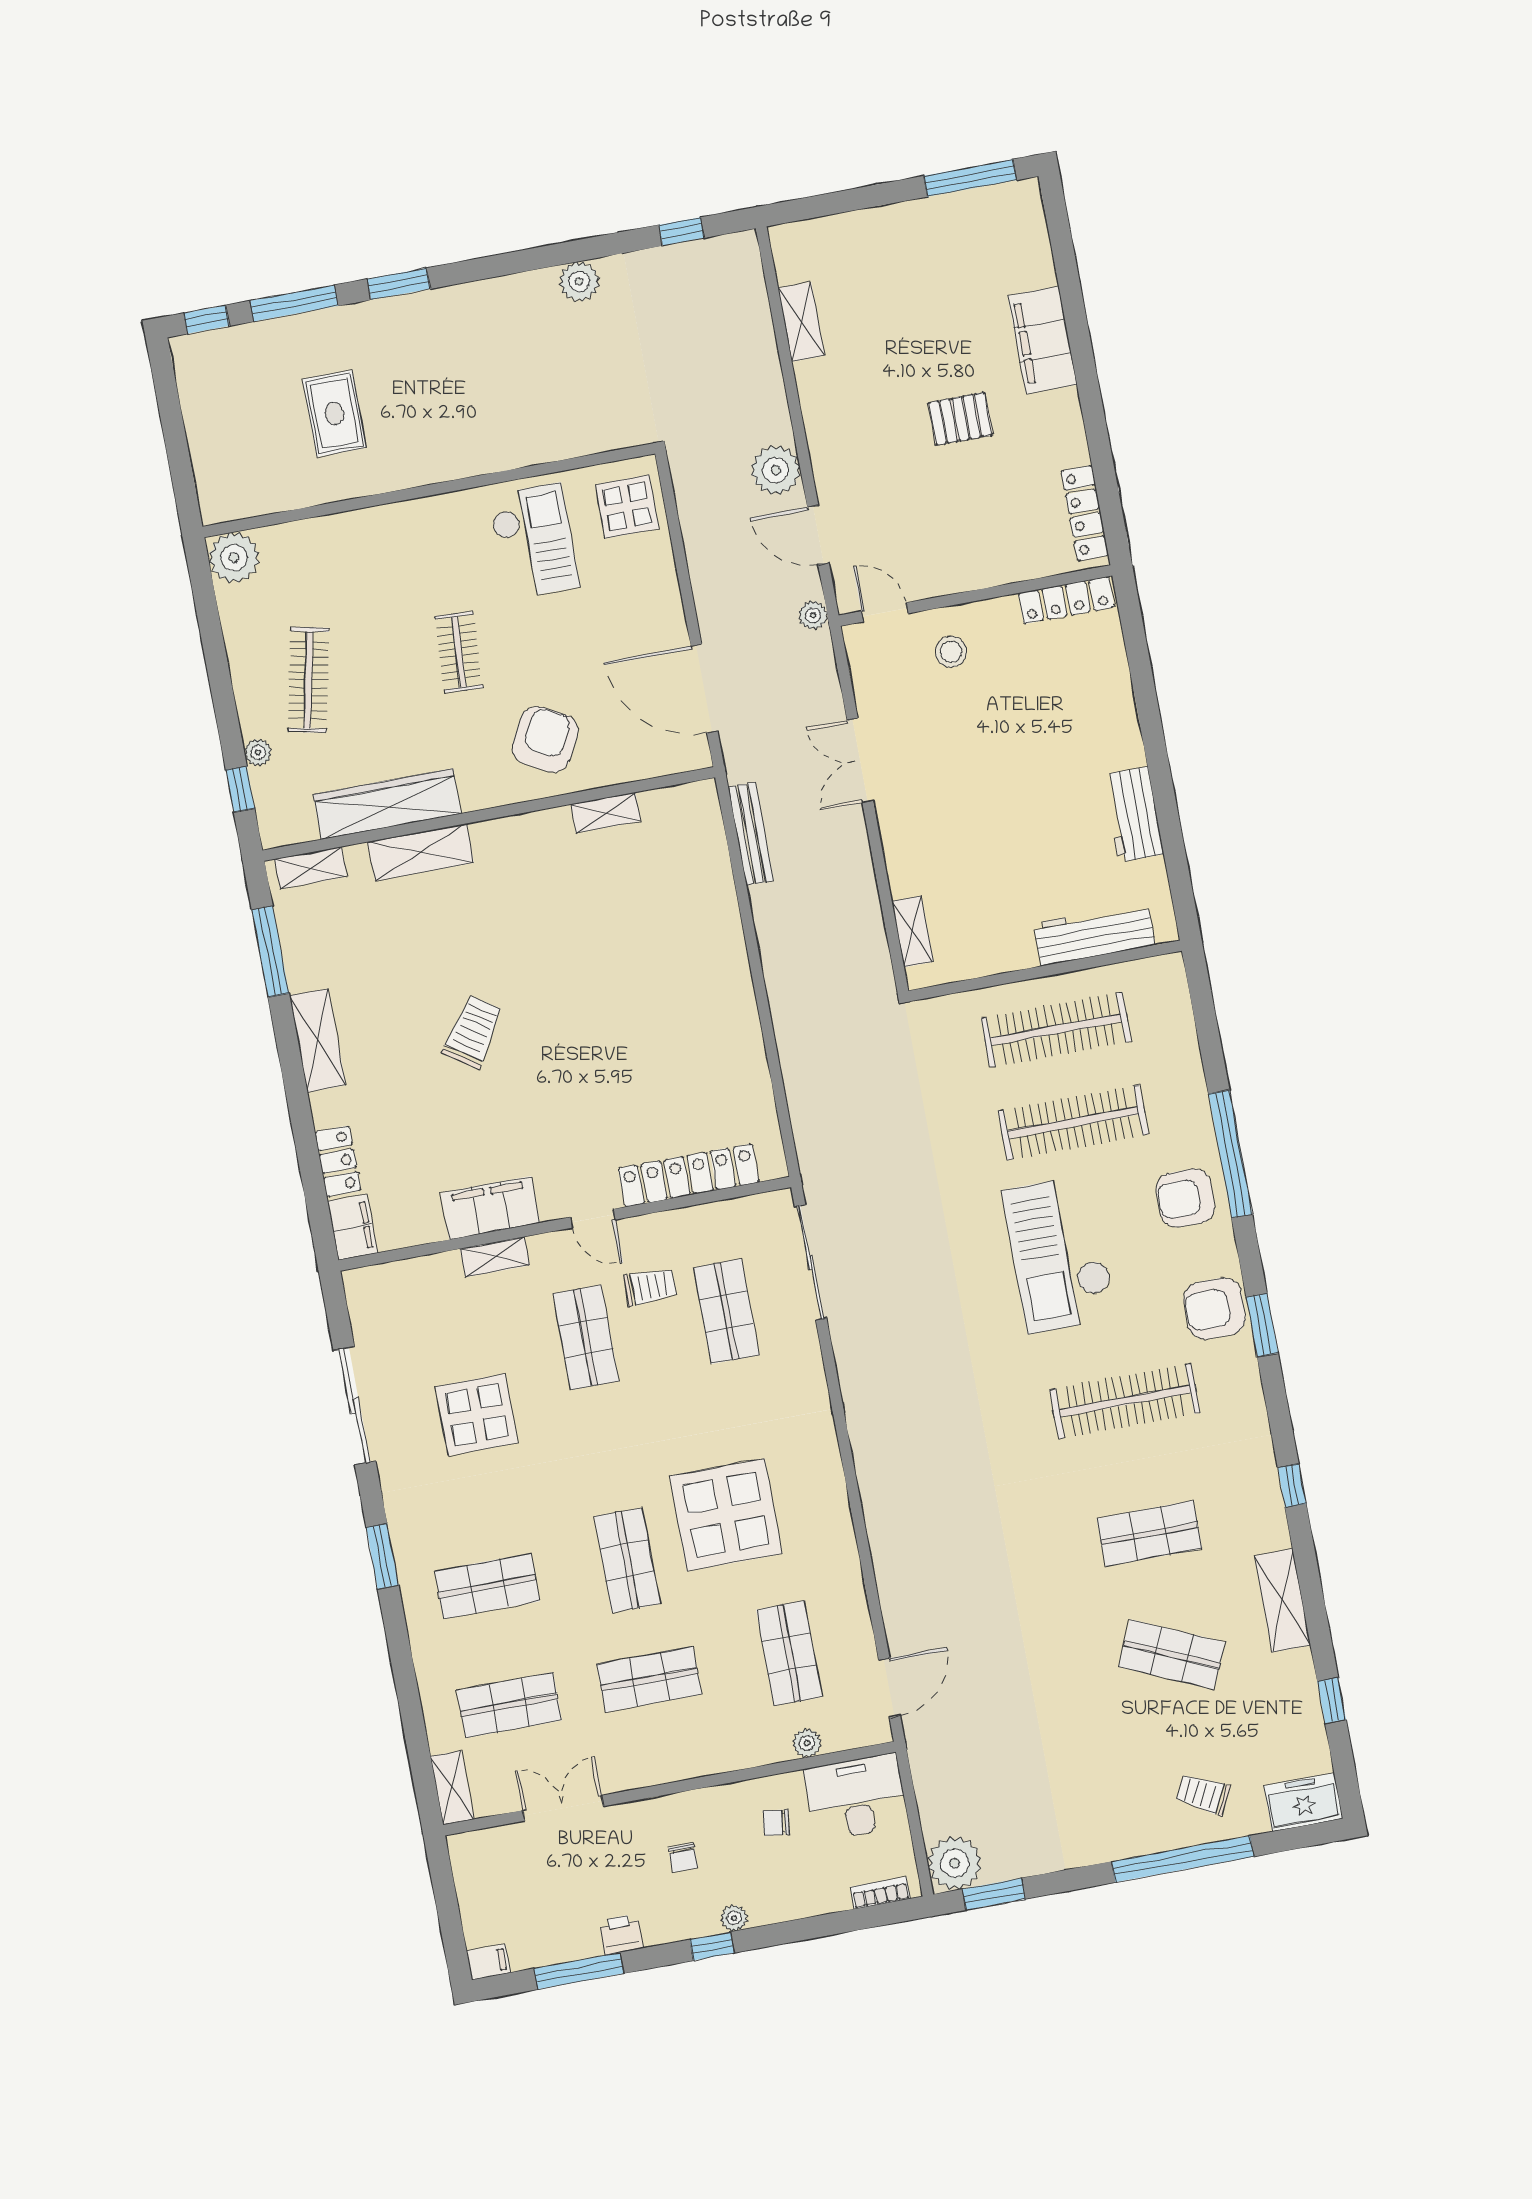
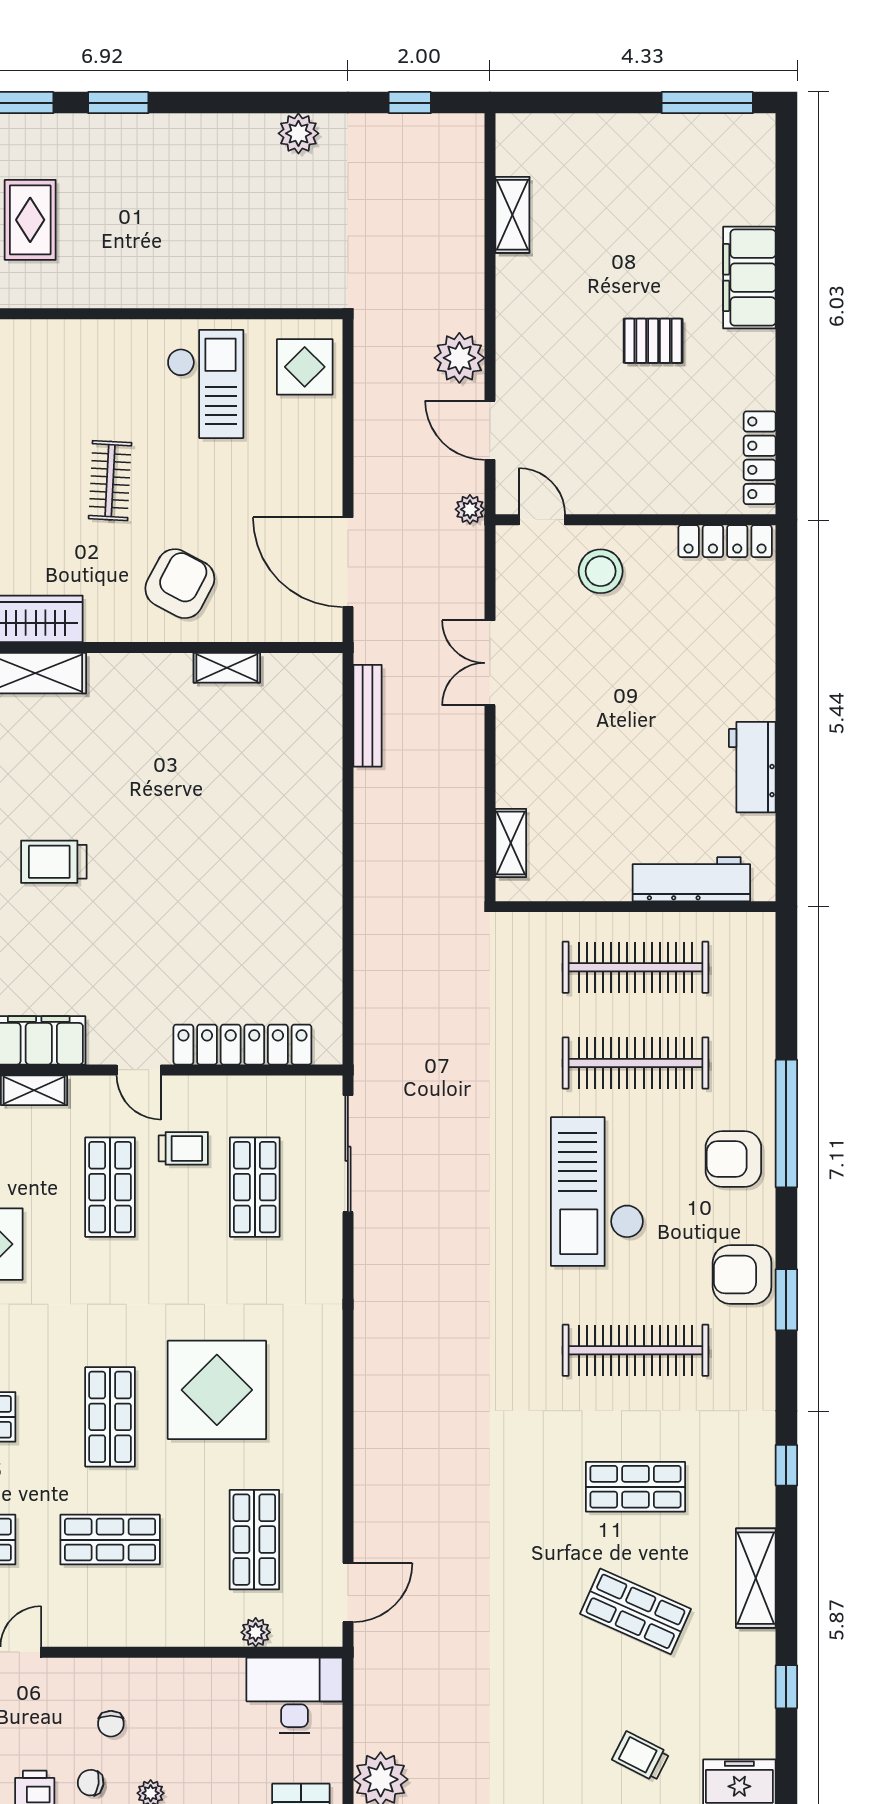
stool: (951, 652) -> (601, 571), width x1.38, depth x1.38
trolley: (473, 1032) -> (54, 862), turned -124
chair: (776, 1823) -> (91, 1783), moved

